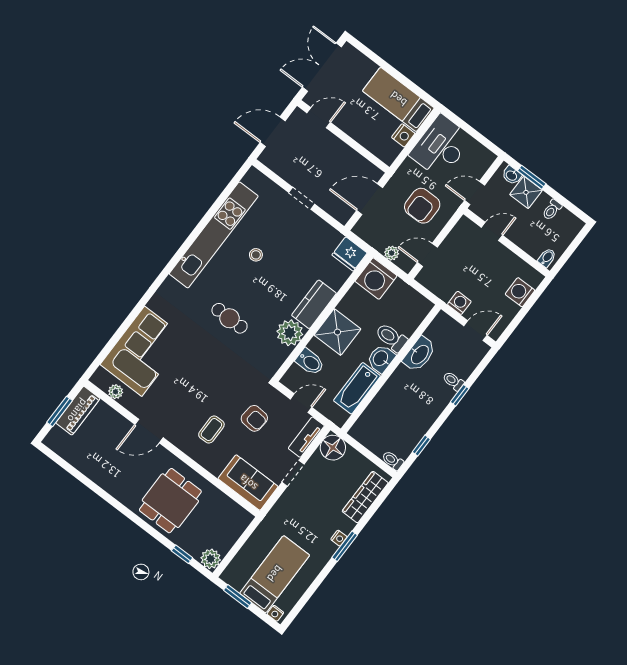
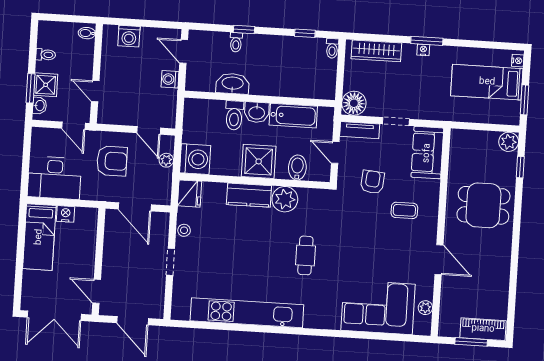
stool: (256, 255) -> (184, 230), moved
piano: (78, 411) -> (483, 329), moved

